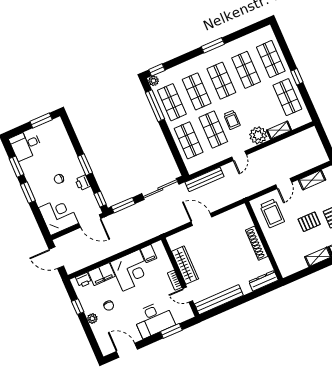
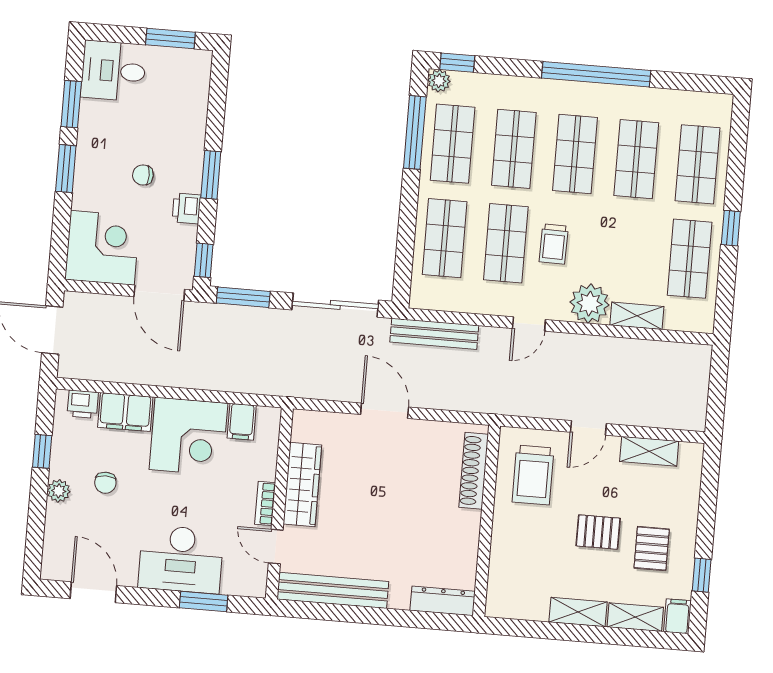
window: (213, 45) -> (596, 74), width x2.11
shoe rack: (257, 243) -> (474, 471), moved

